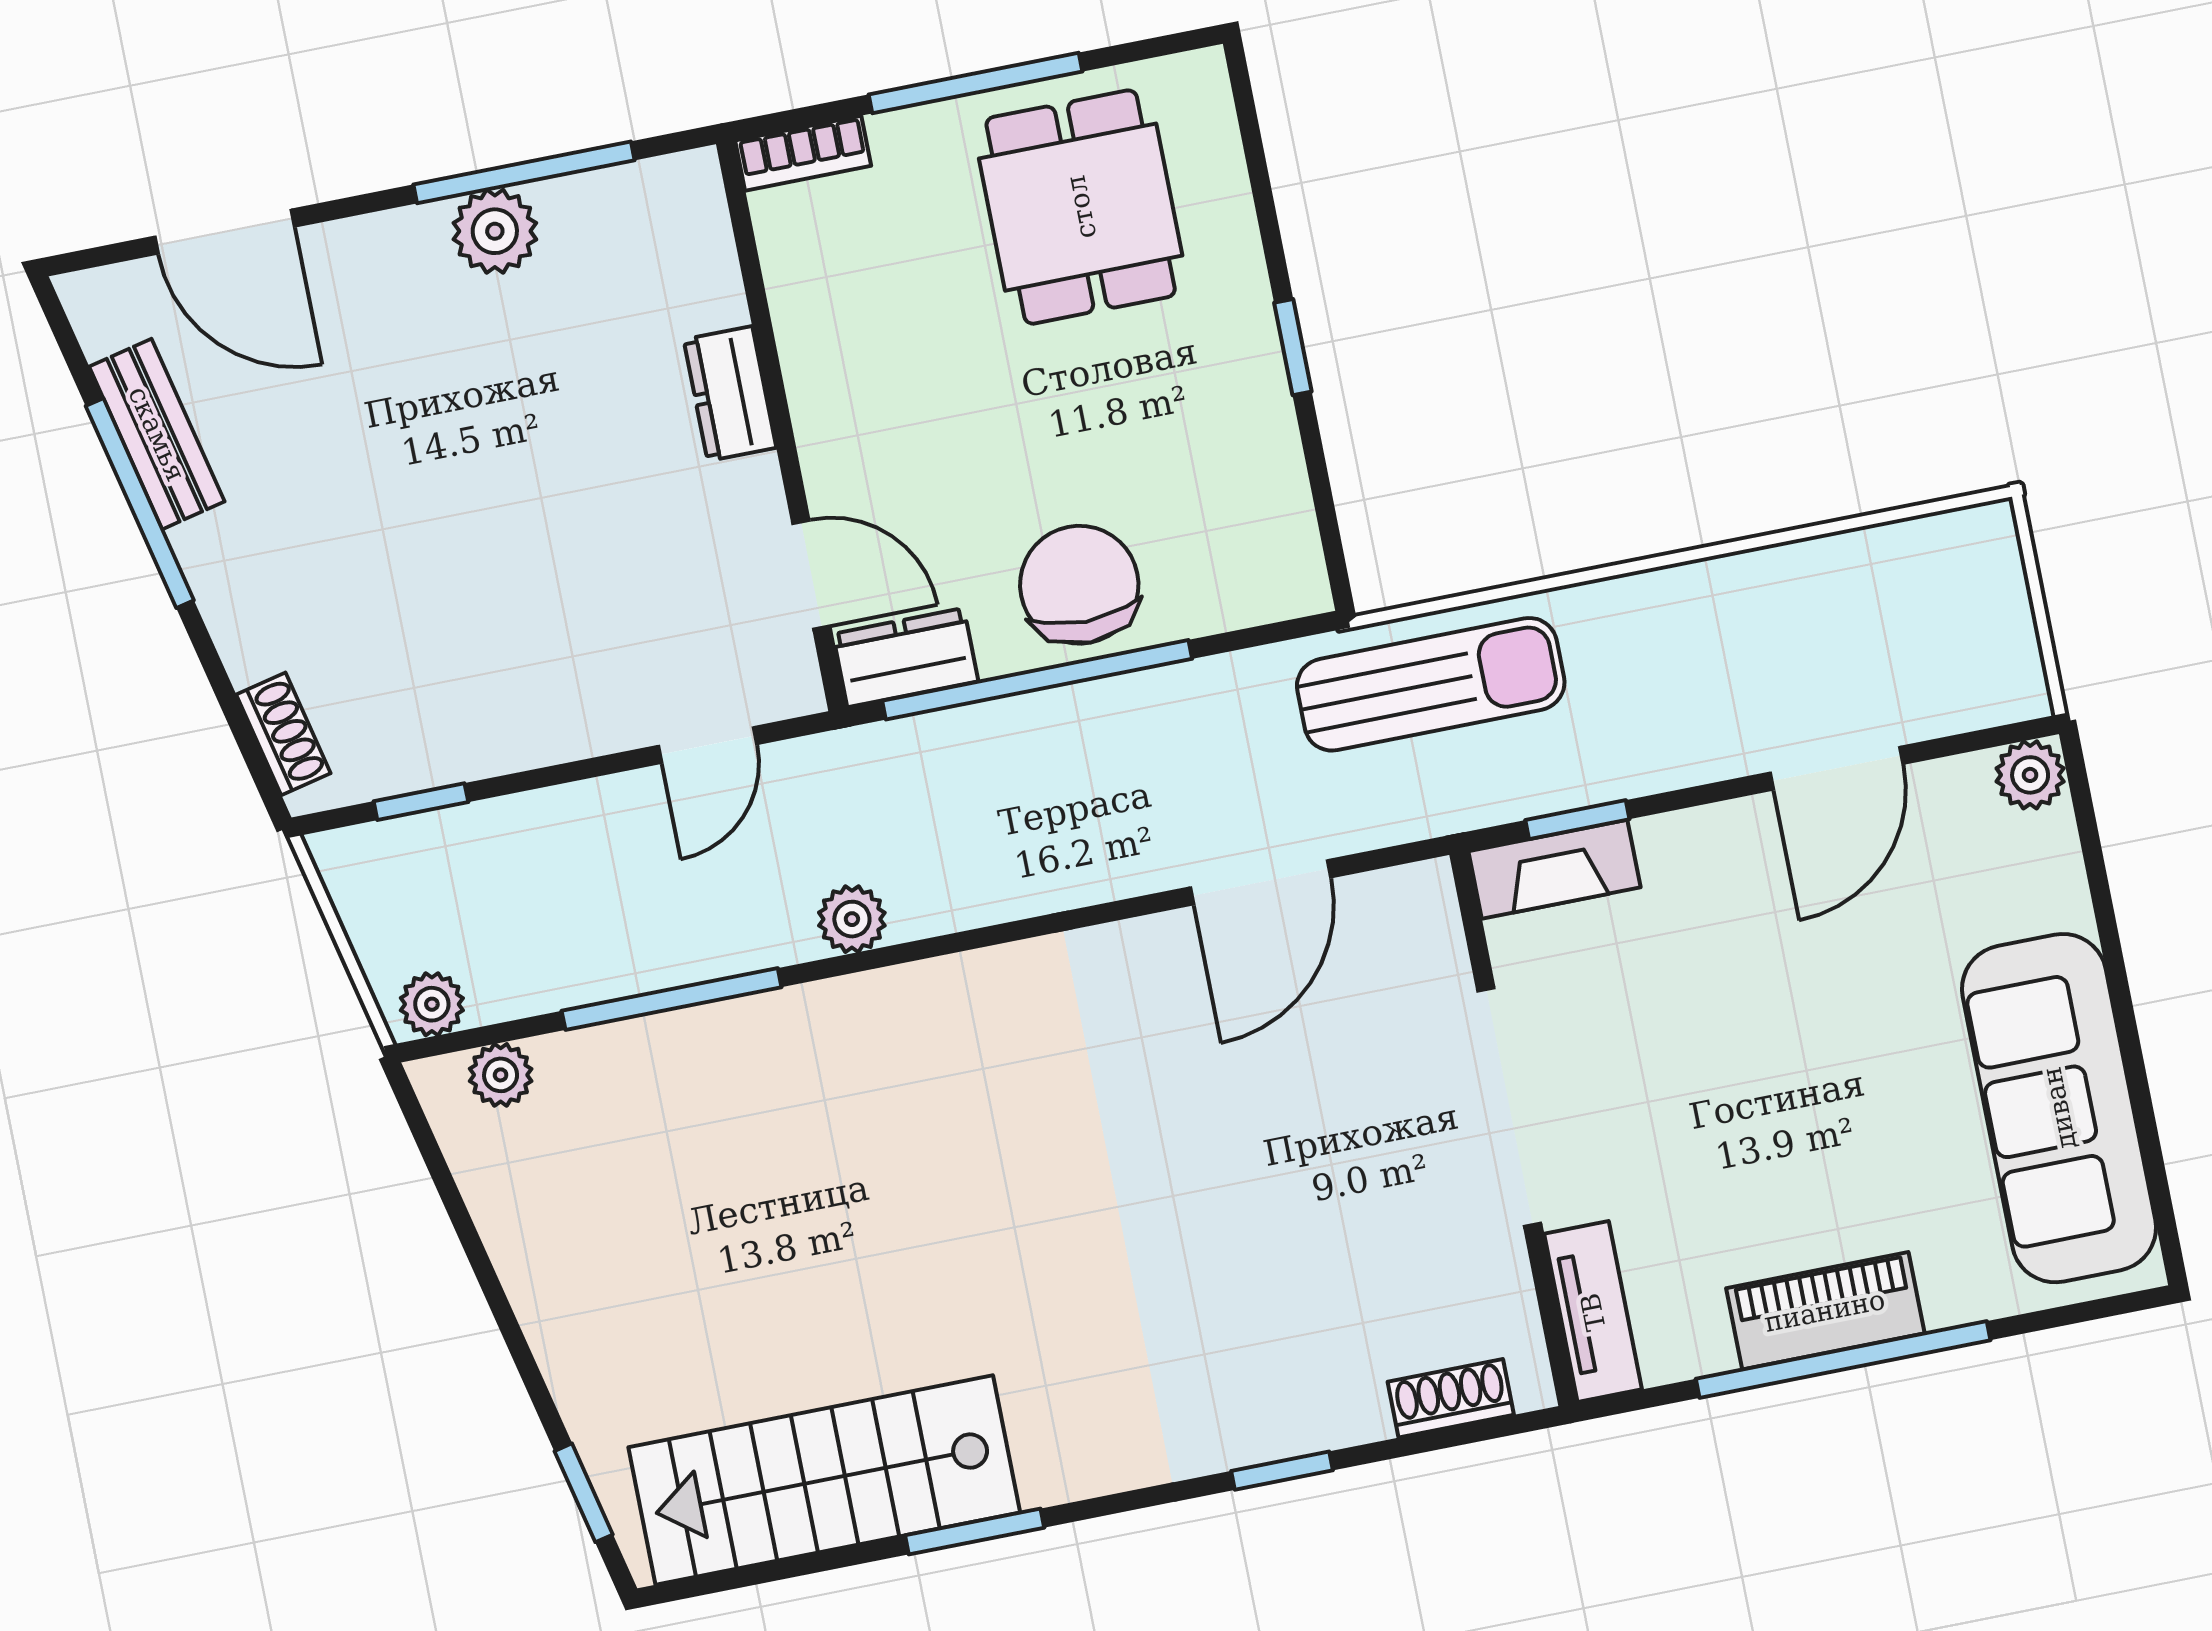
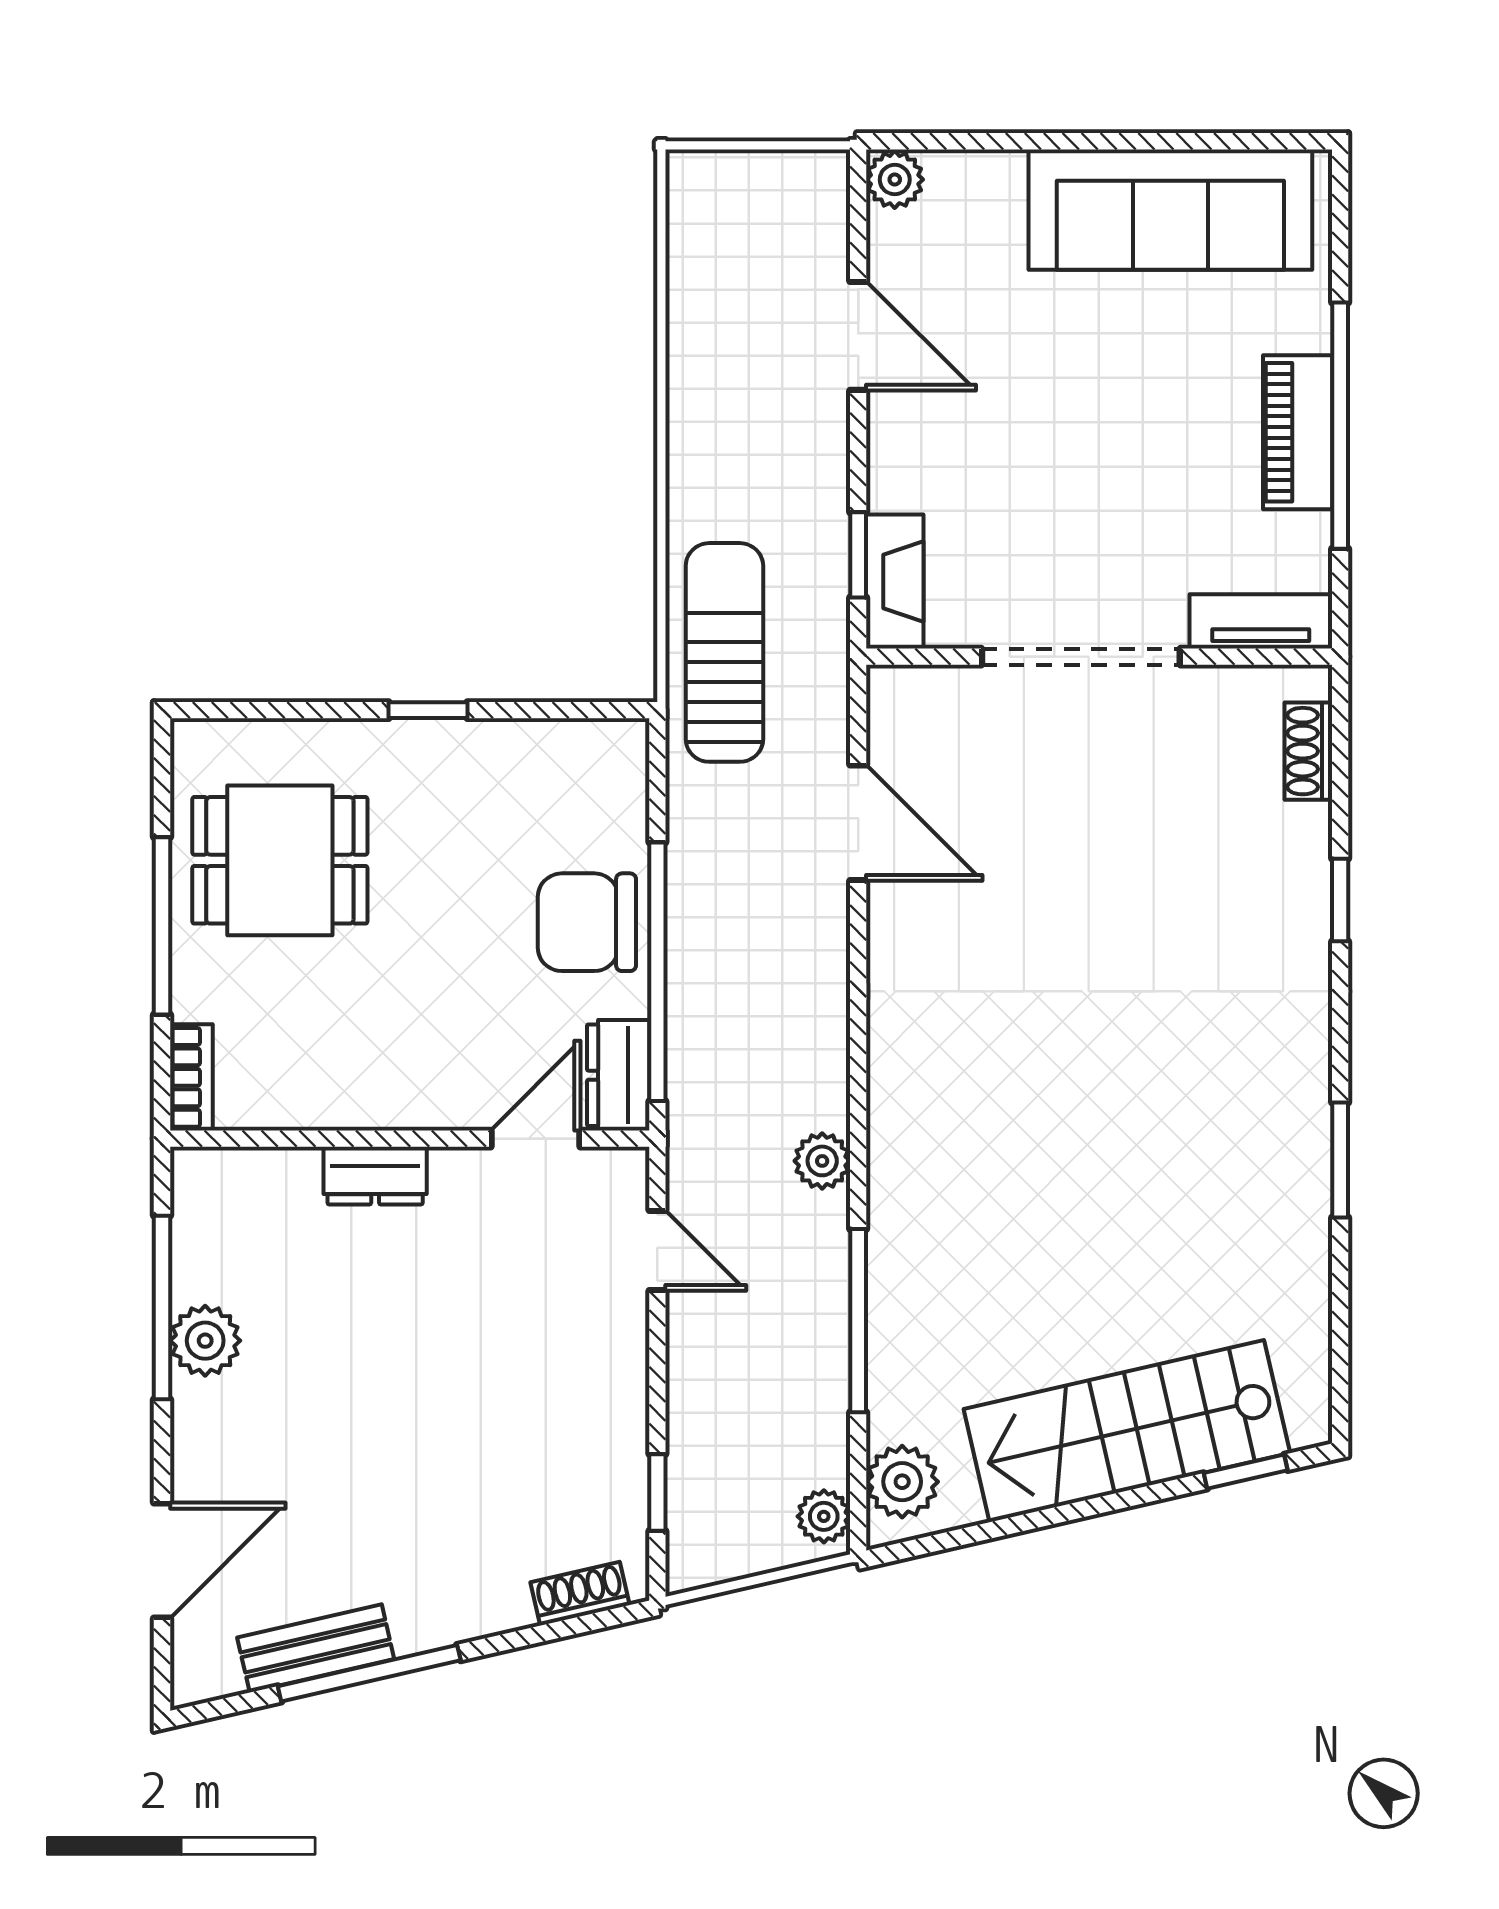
plant: (501, 1075) -> (902, 1482), width x1.38, depth x1.38
stairs: (824, 1480) -> (1127, 1431), moved, turned 77

